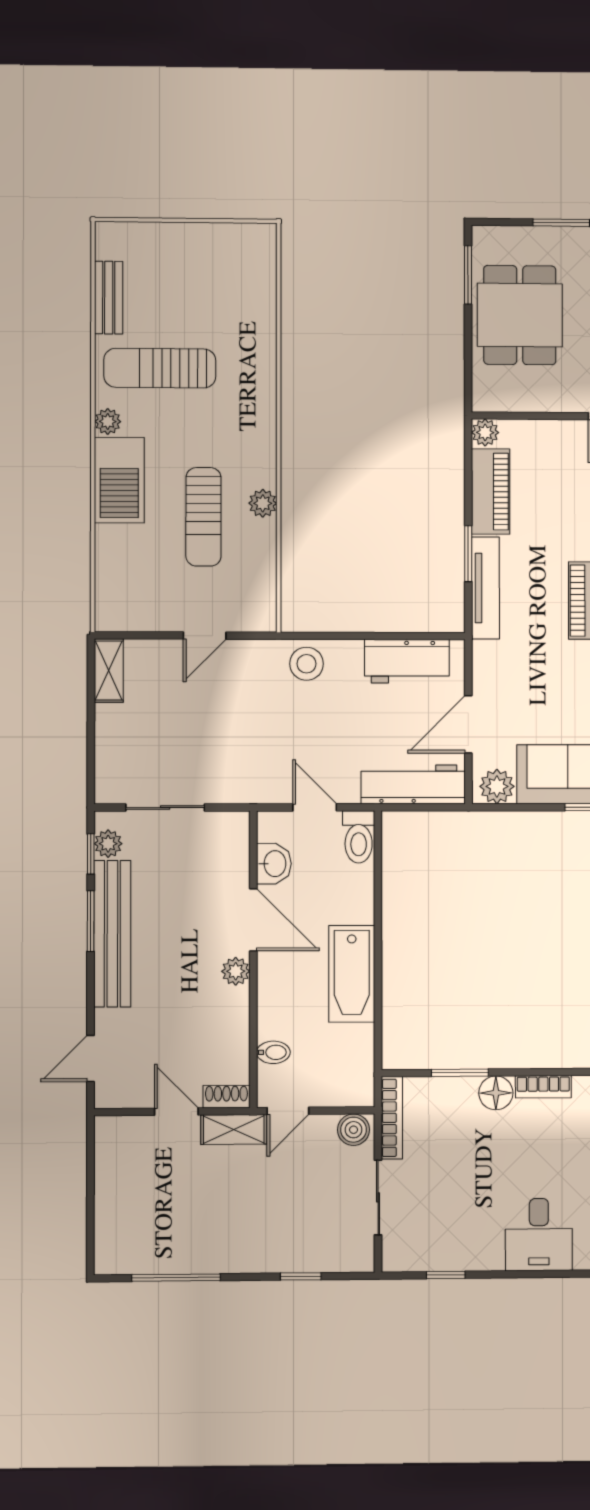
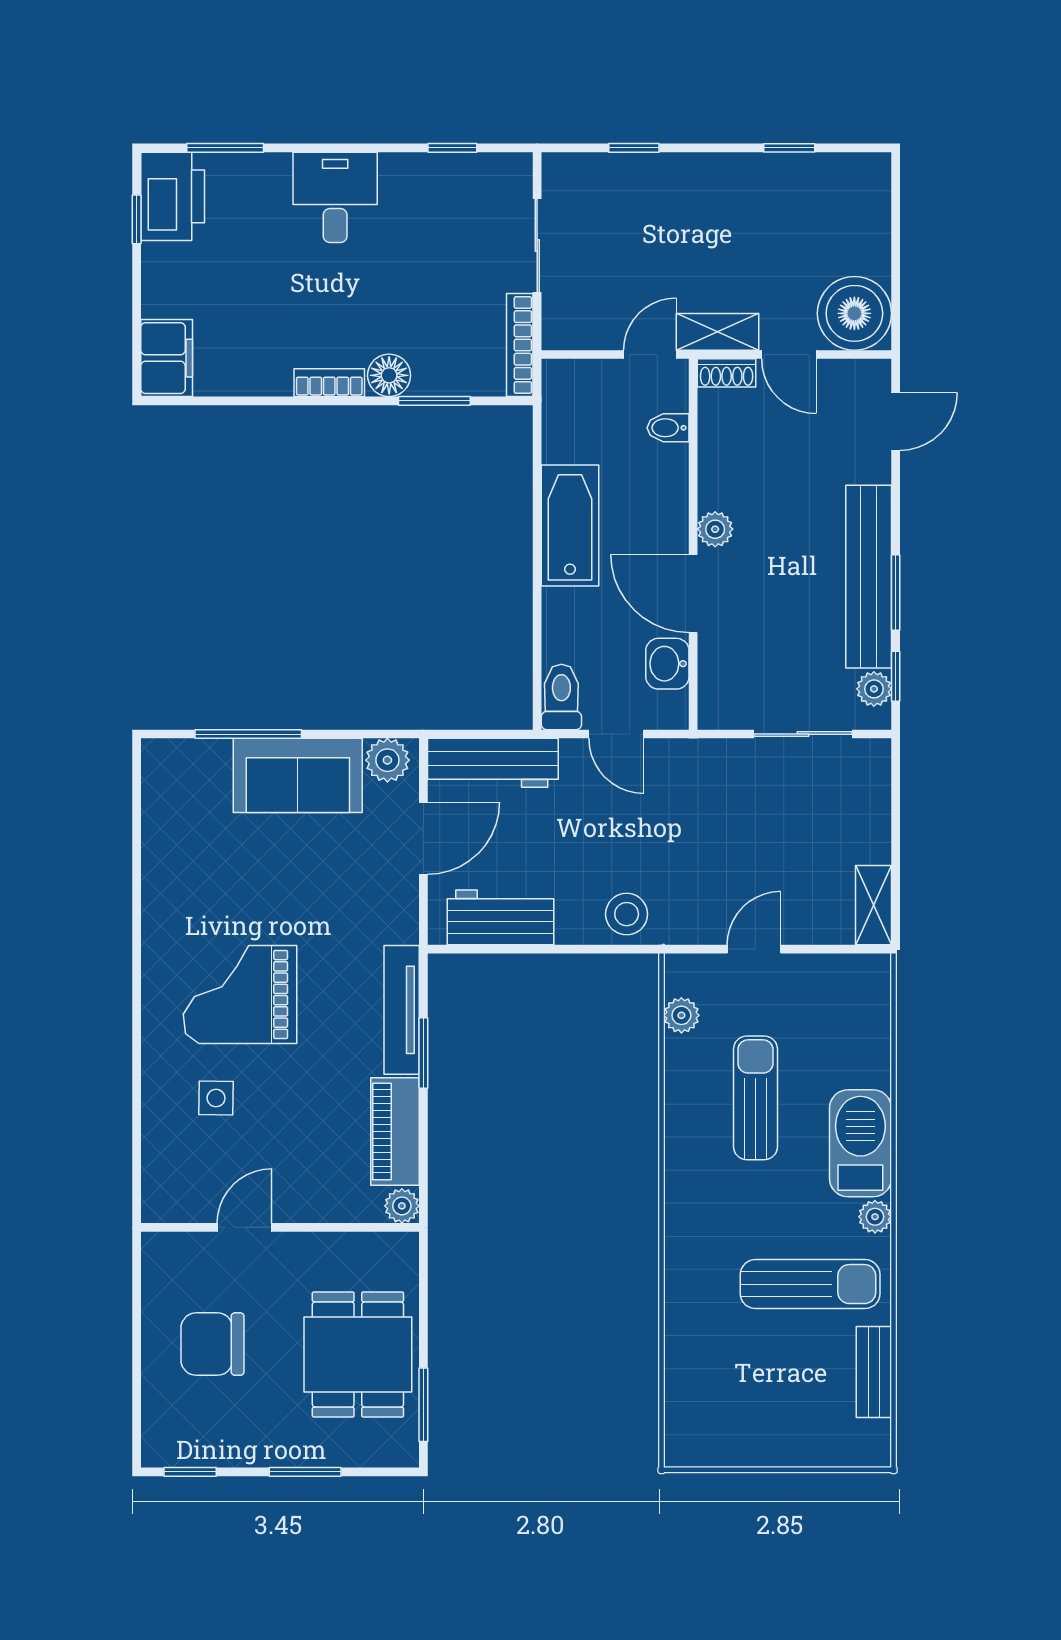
plant: (263, 503) -> (681, 1015), moved
boiler: (354, 1130) -> (854, 313), moved, width x1.86, depth x1.86
window: (176, 1278) -> (789, 148), width x0.46

